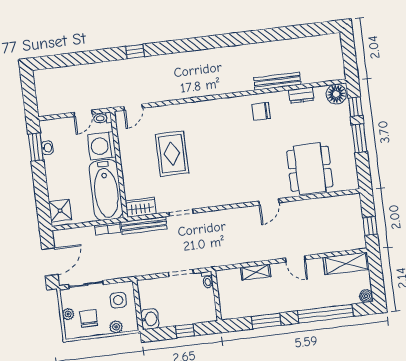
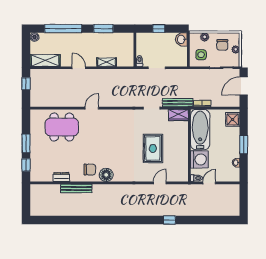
floor lamp: (336, 94) -> (106, 175), moved
door: (133, 107) -> (160, 183), moved
window: (36, 147) -> (244, 145), moved
dining table: (310, 169) -> (62, 127), turned 90

